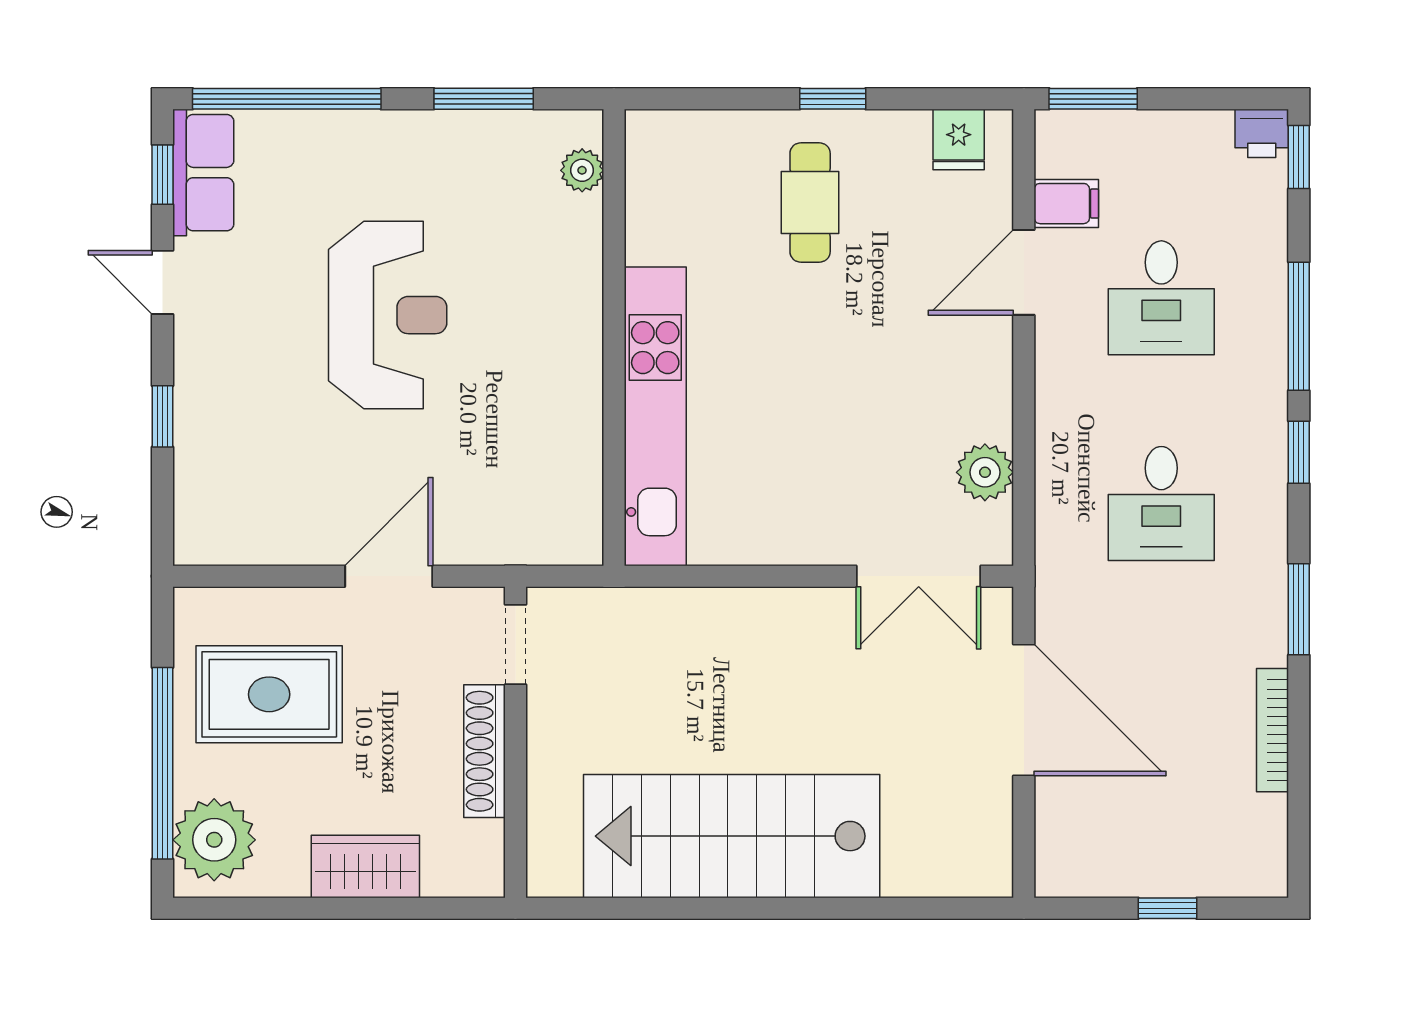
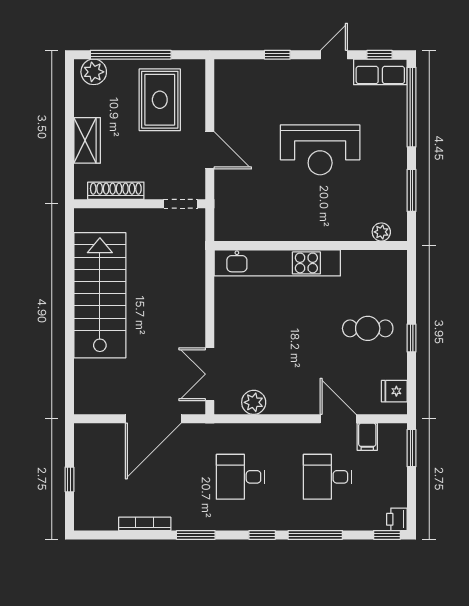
shoe rack: (484, 751) -> (116, 191), moved
plant: (214, 840) -> (94, 72), width x0.73, depth x0.73

